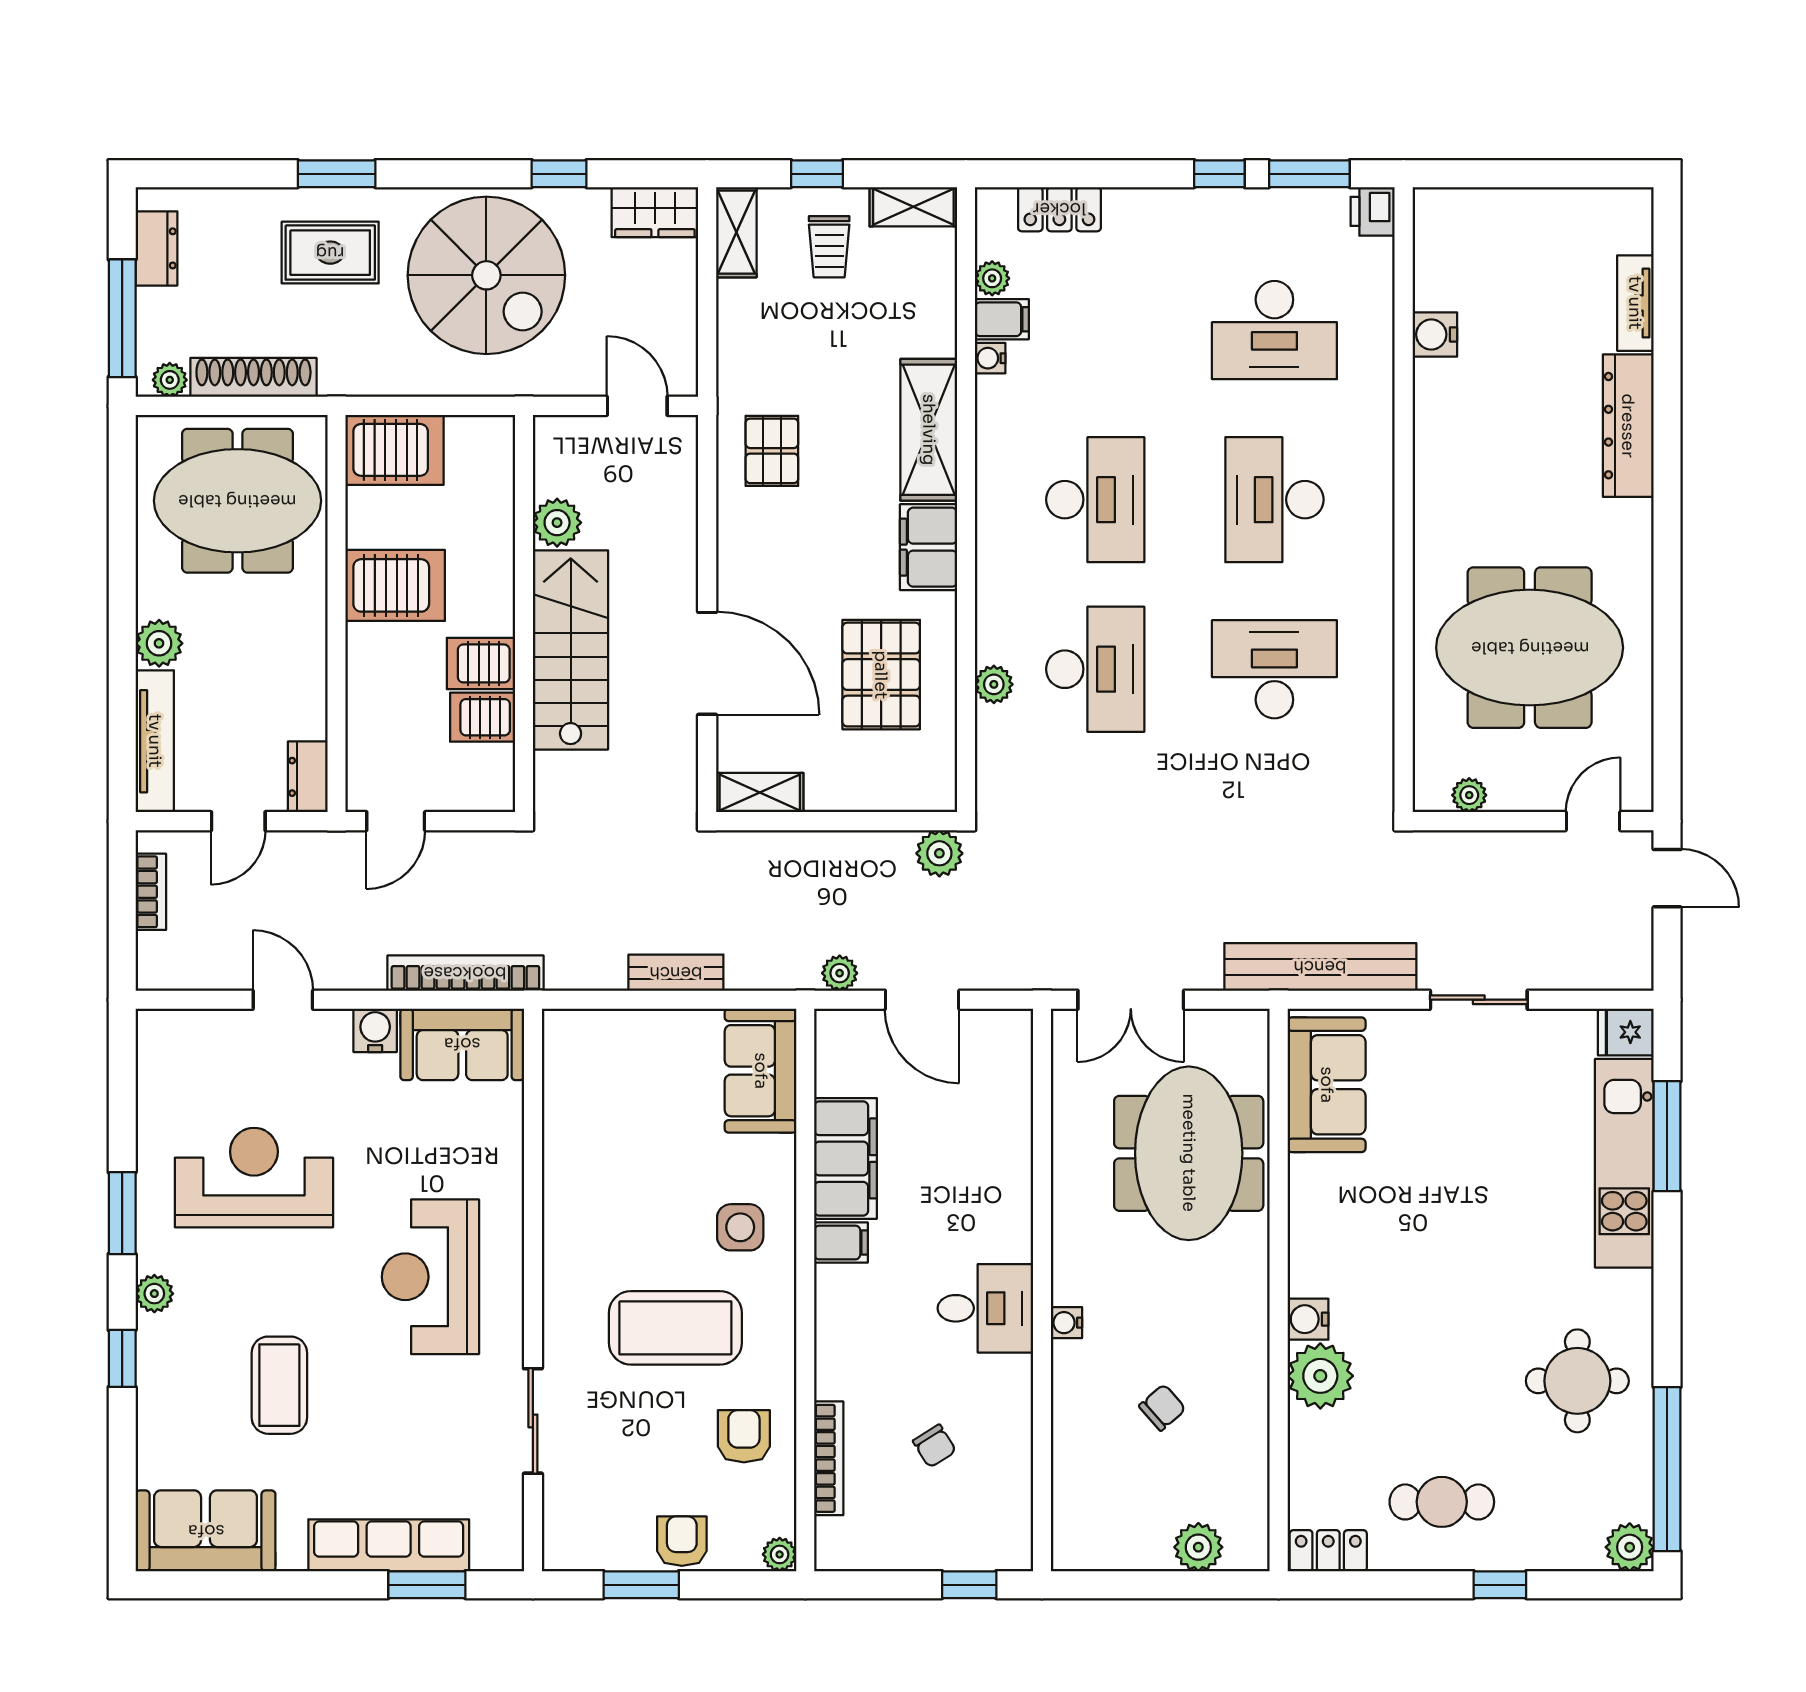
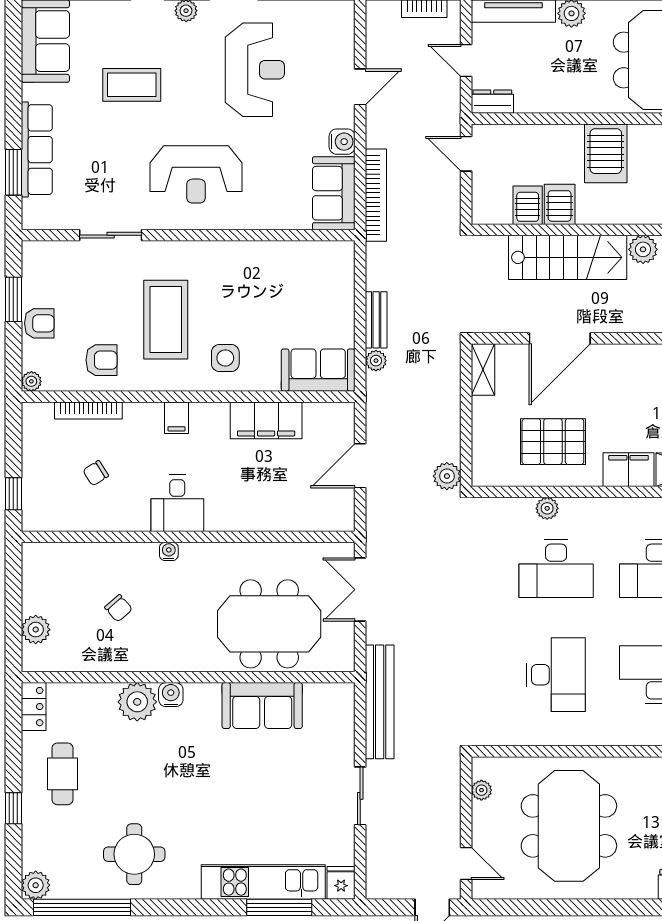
plant: (840, 973) -> (376, 361), moved
sofa: (1327, 1085) -> (262, 706), moved
filing cabinet: (841, 1242) -> (176, 418), moved
reception desk: (430, 1277) -> (196, 174), turned 180

